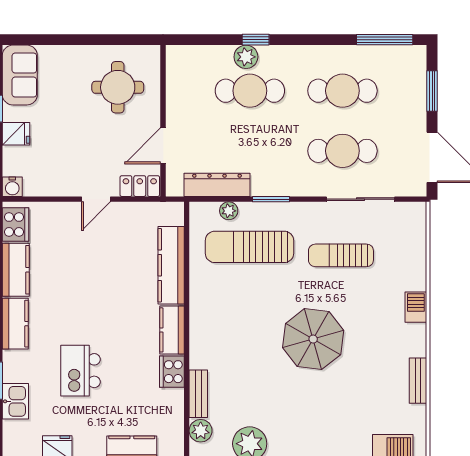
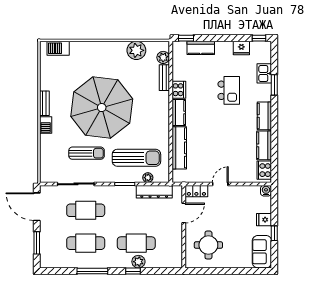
window: (385, 40) -> (92, 271), moved
parasol: (313, 339) -> (102, 108), width x1.86, depth x1.86
bench: (418, 381) -> (44, 103), moved

